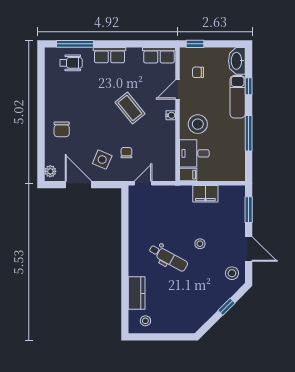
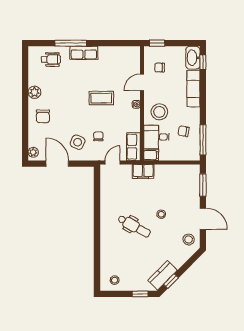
window: (75, 44) -> (71, 43), moved
row of seats: (159, 55) -> (134, 147), moved, turned 90
window: (249, 86) -> (203, 62), moved
plant: (52, 101) -> (34, 92), added
coffee table: (130, 108) -> (101, 98), turned -51
window: (249, 133) -> (203, 140), moved
chair: (226, 147) -> (184, 131), added
filing cabinet: (205, 194) -> (143, 171), moved
kitchen counter: (137, 293) -> (163, 275), moved, turned -135
window: (226, 307) -> (171, 281), moved
window: (175, 337) -> (140, 294), added

